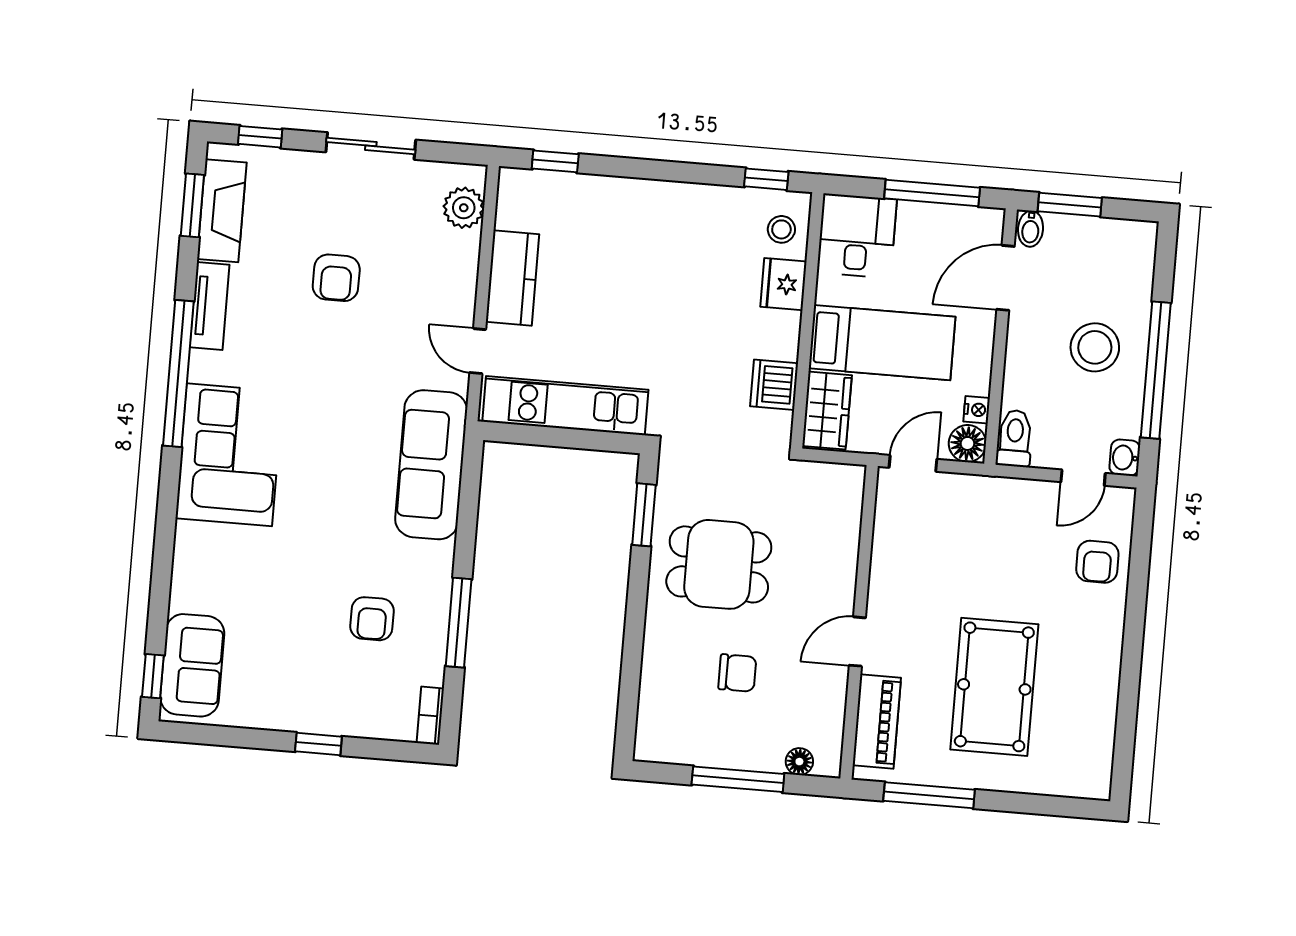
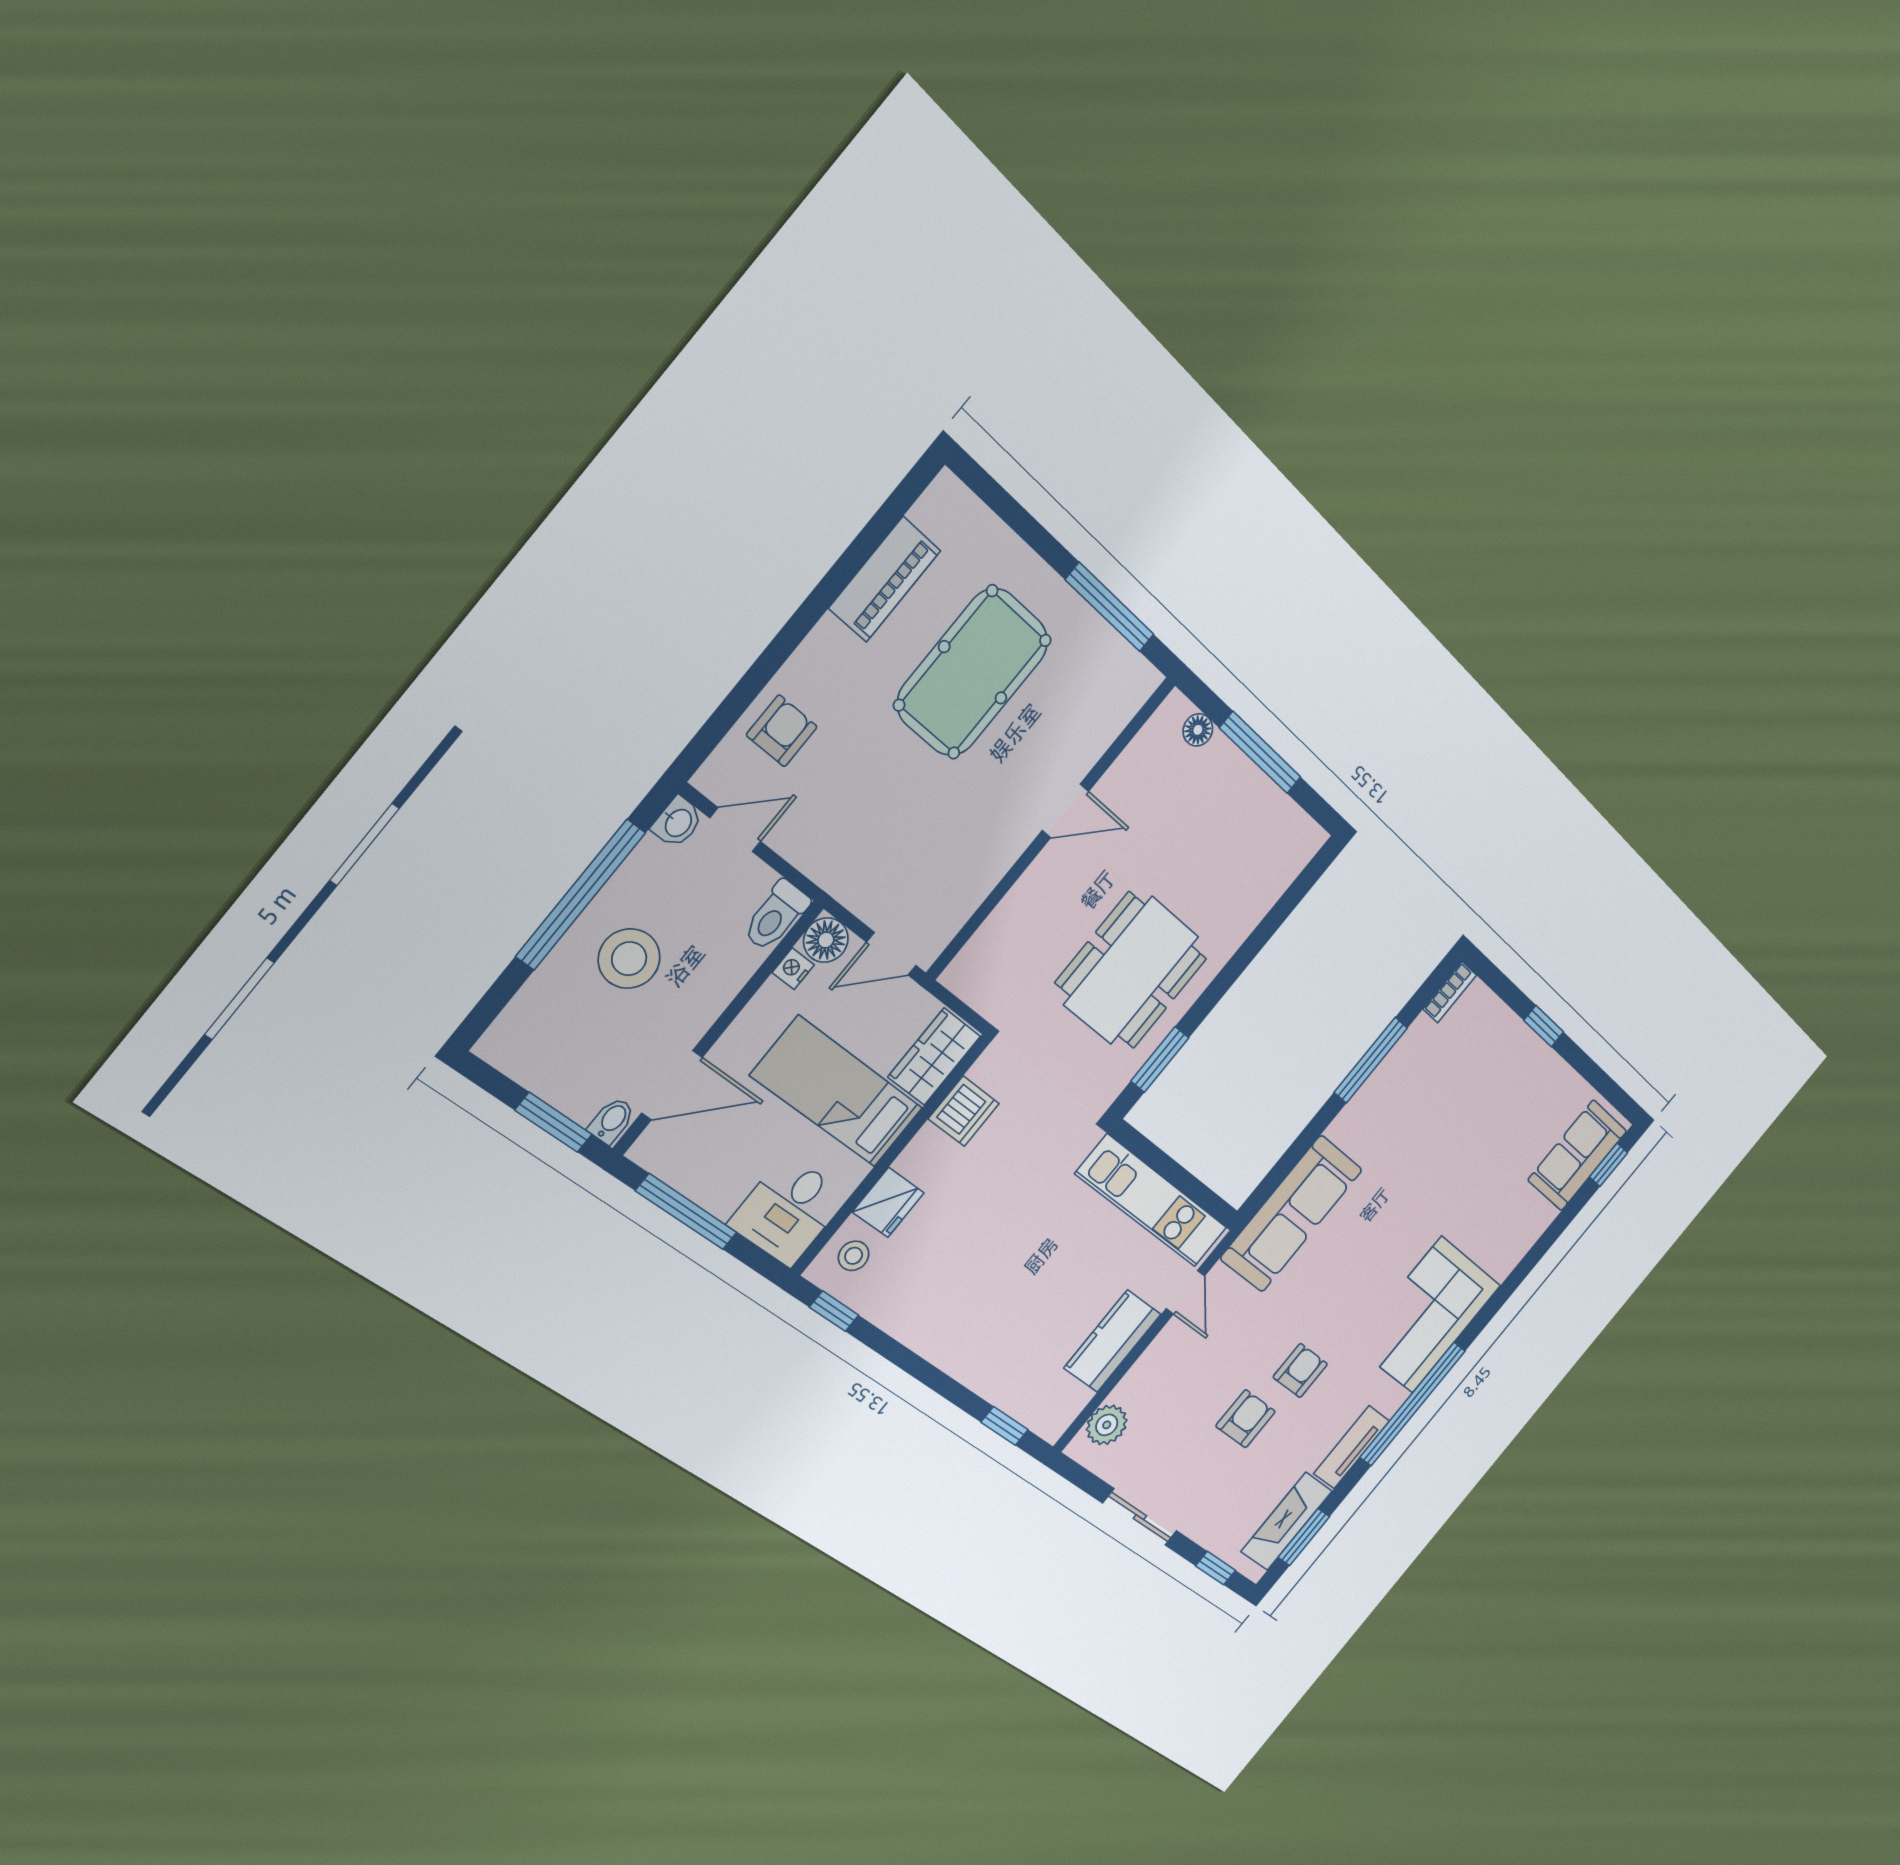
dining table: (719, 564) -> (1131, 971), width x1.38
armchair: (372, 619) -> (1300, 1371), moved
chair: (737, 673) -> (1189, 856), removed
piano: (877, 721) -> (885, 579), moved, turned 180

